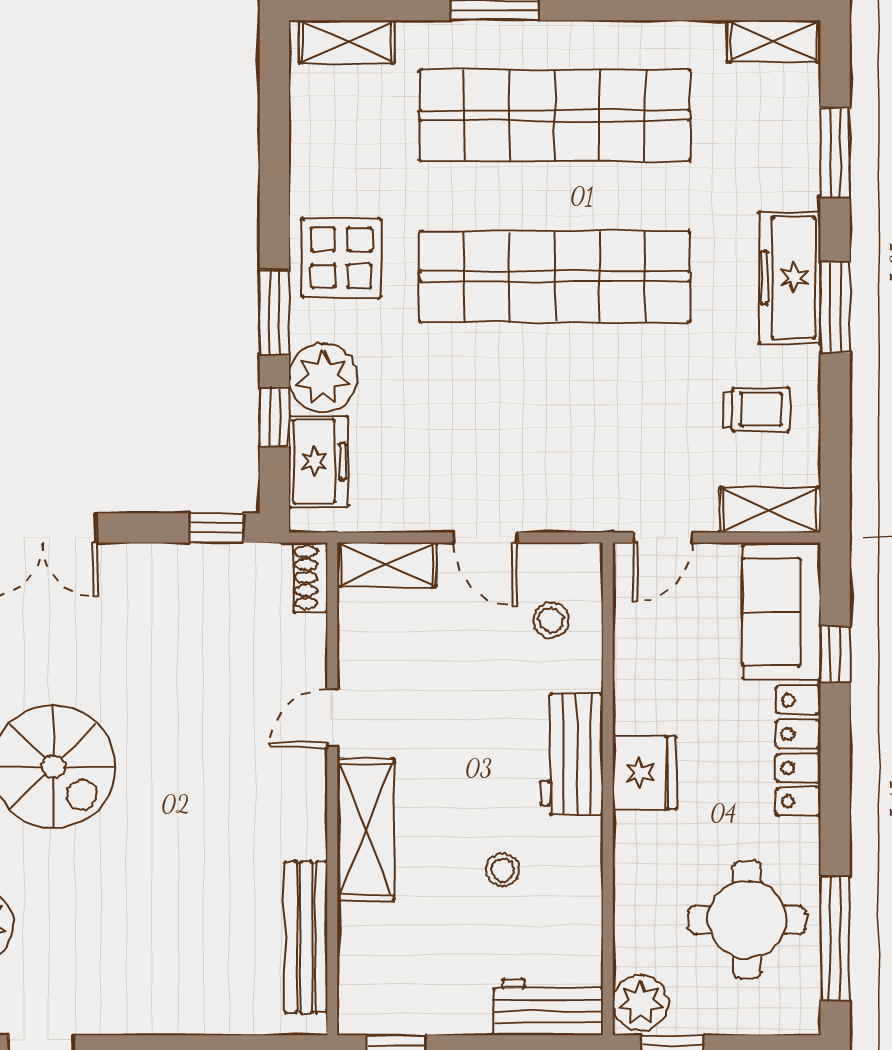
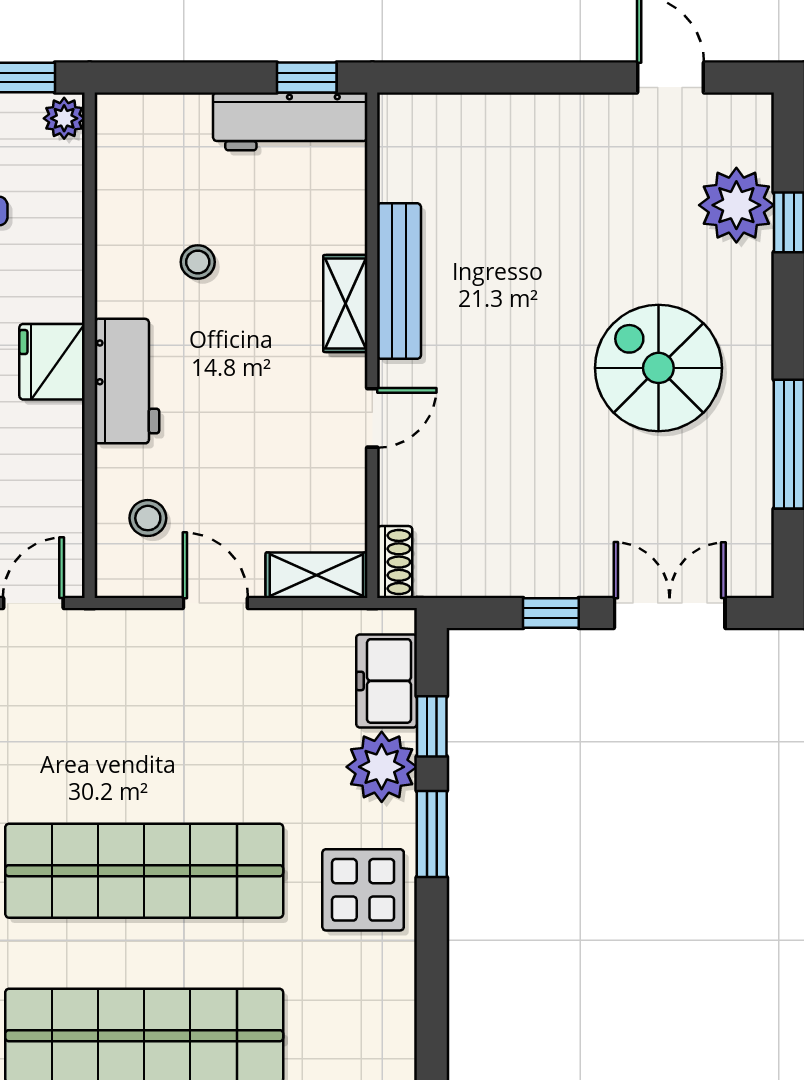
window: (217, 528) -> (551, 613), moved
shelving: (366, 829) -> (345, 304), width x0.67, depth x0.75
bench: (306, 937) -> (399, 281), moved
plant: (640, 1003) -> (64, 118), width x0.73, depth x0.73
workbench: (548, 1007) -> (290, 121), moved, width x1.37

